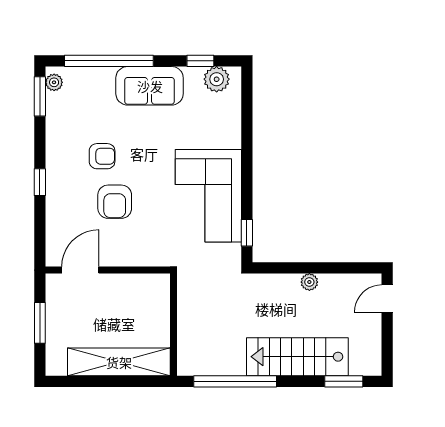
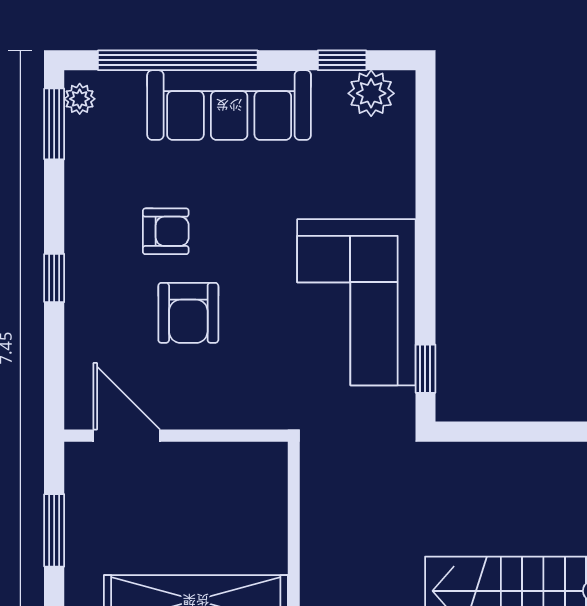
sofa: (150, 86) -> (229, 105), width x1.36
door: (80, 270) -> (127, 436), hinge flipped
plant: (309, 282) -> (537, 457), removed

